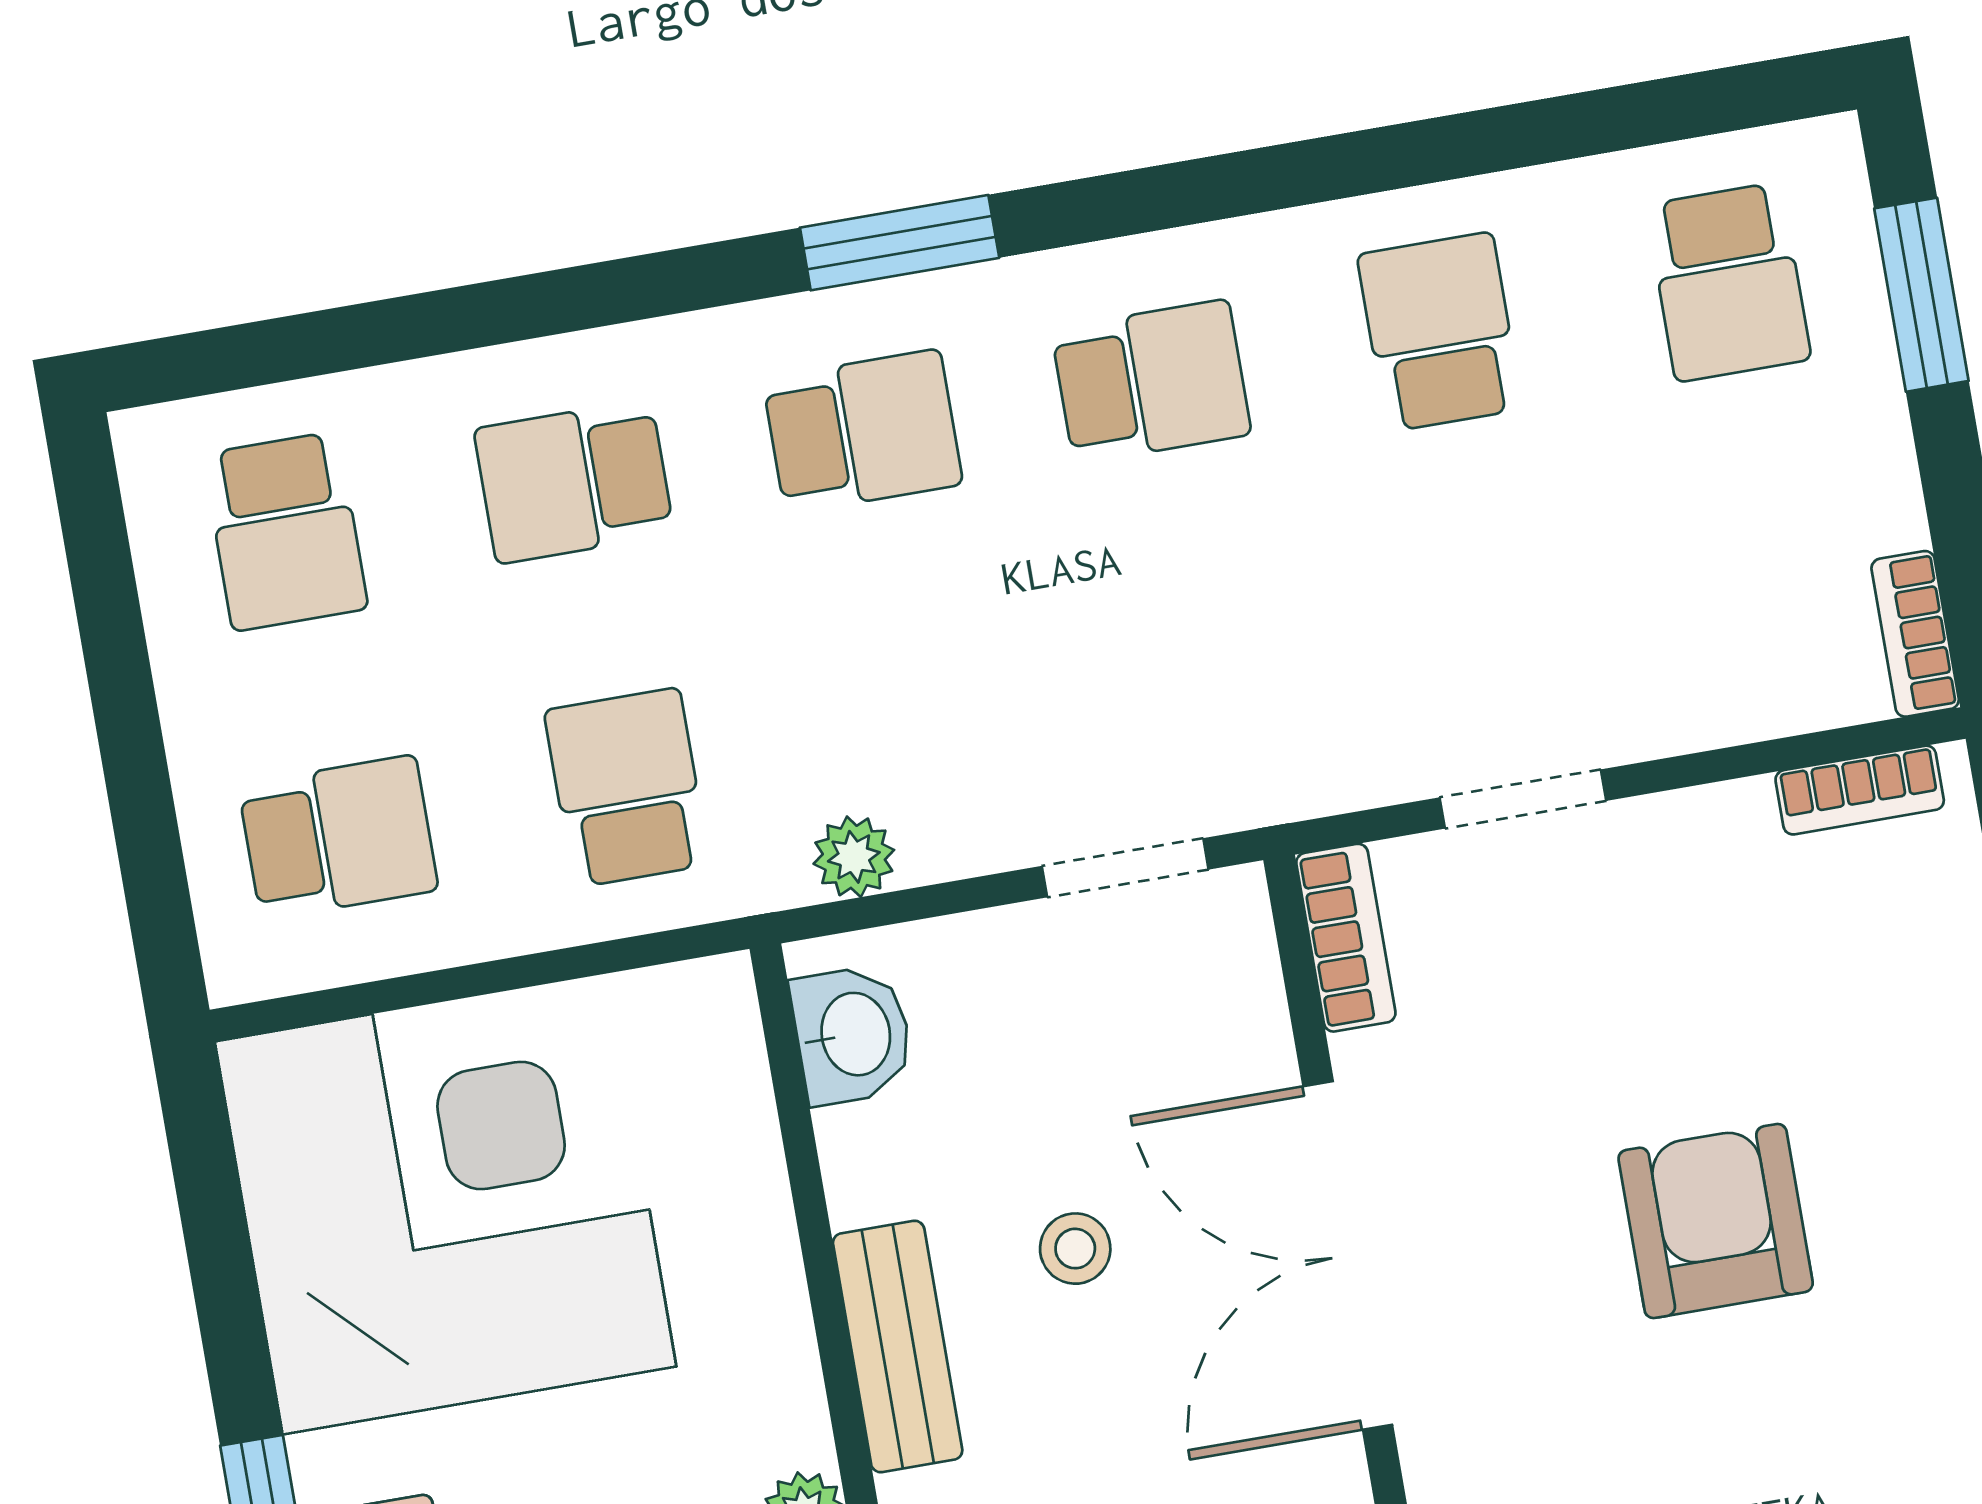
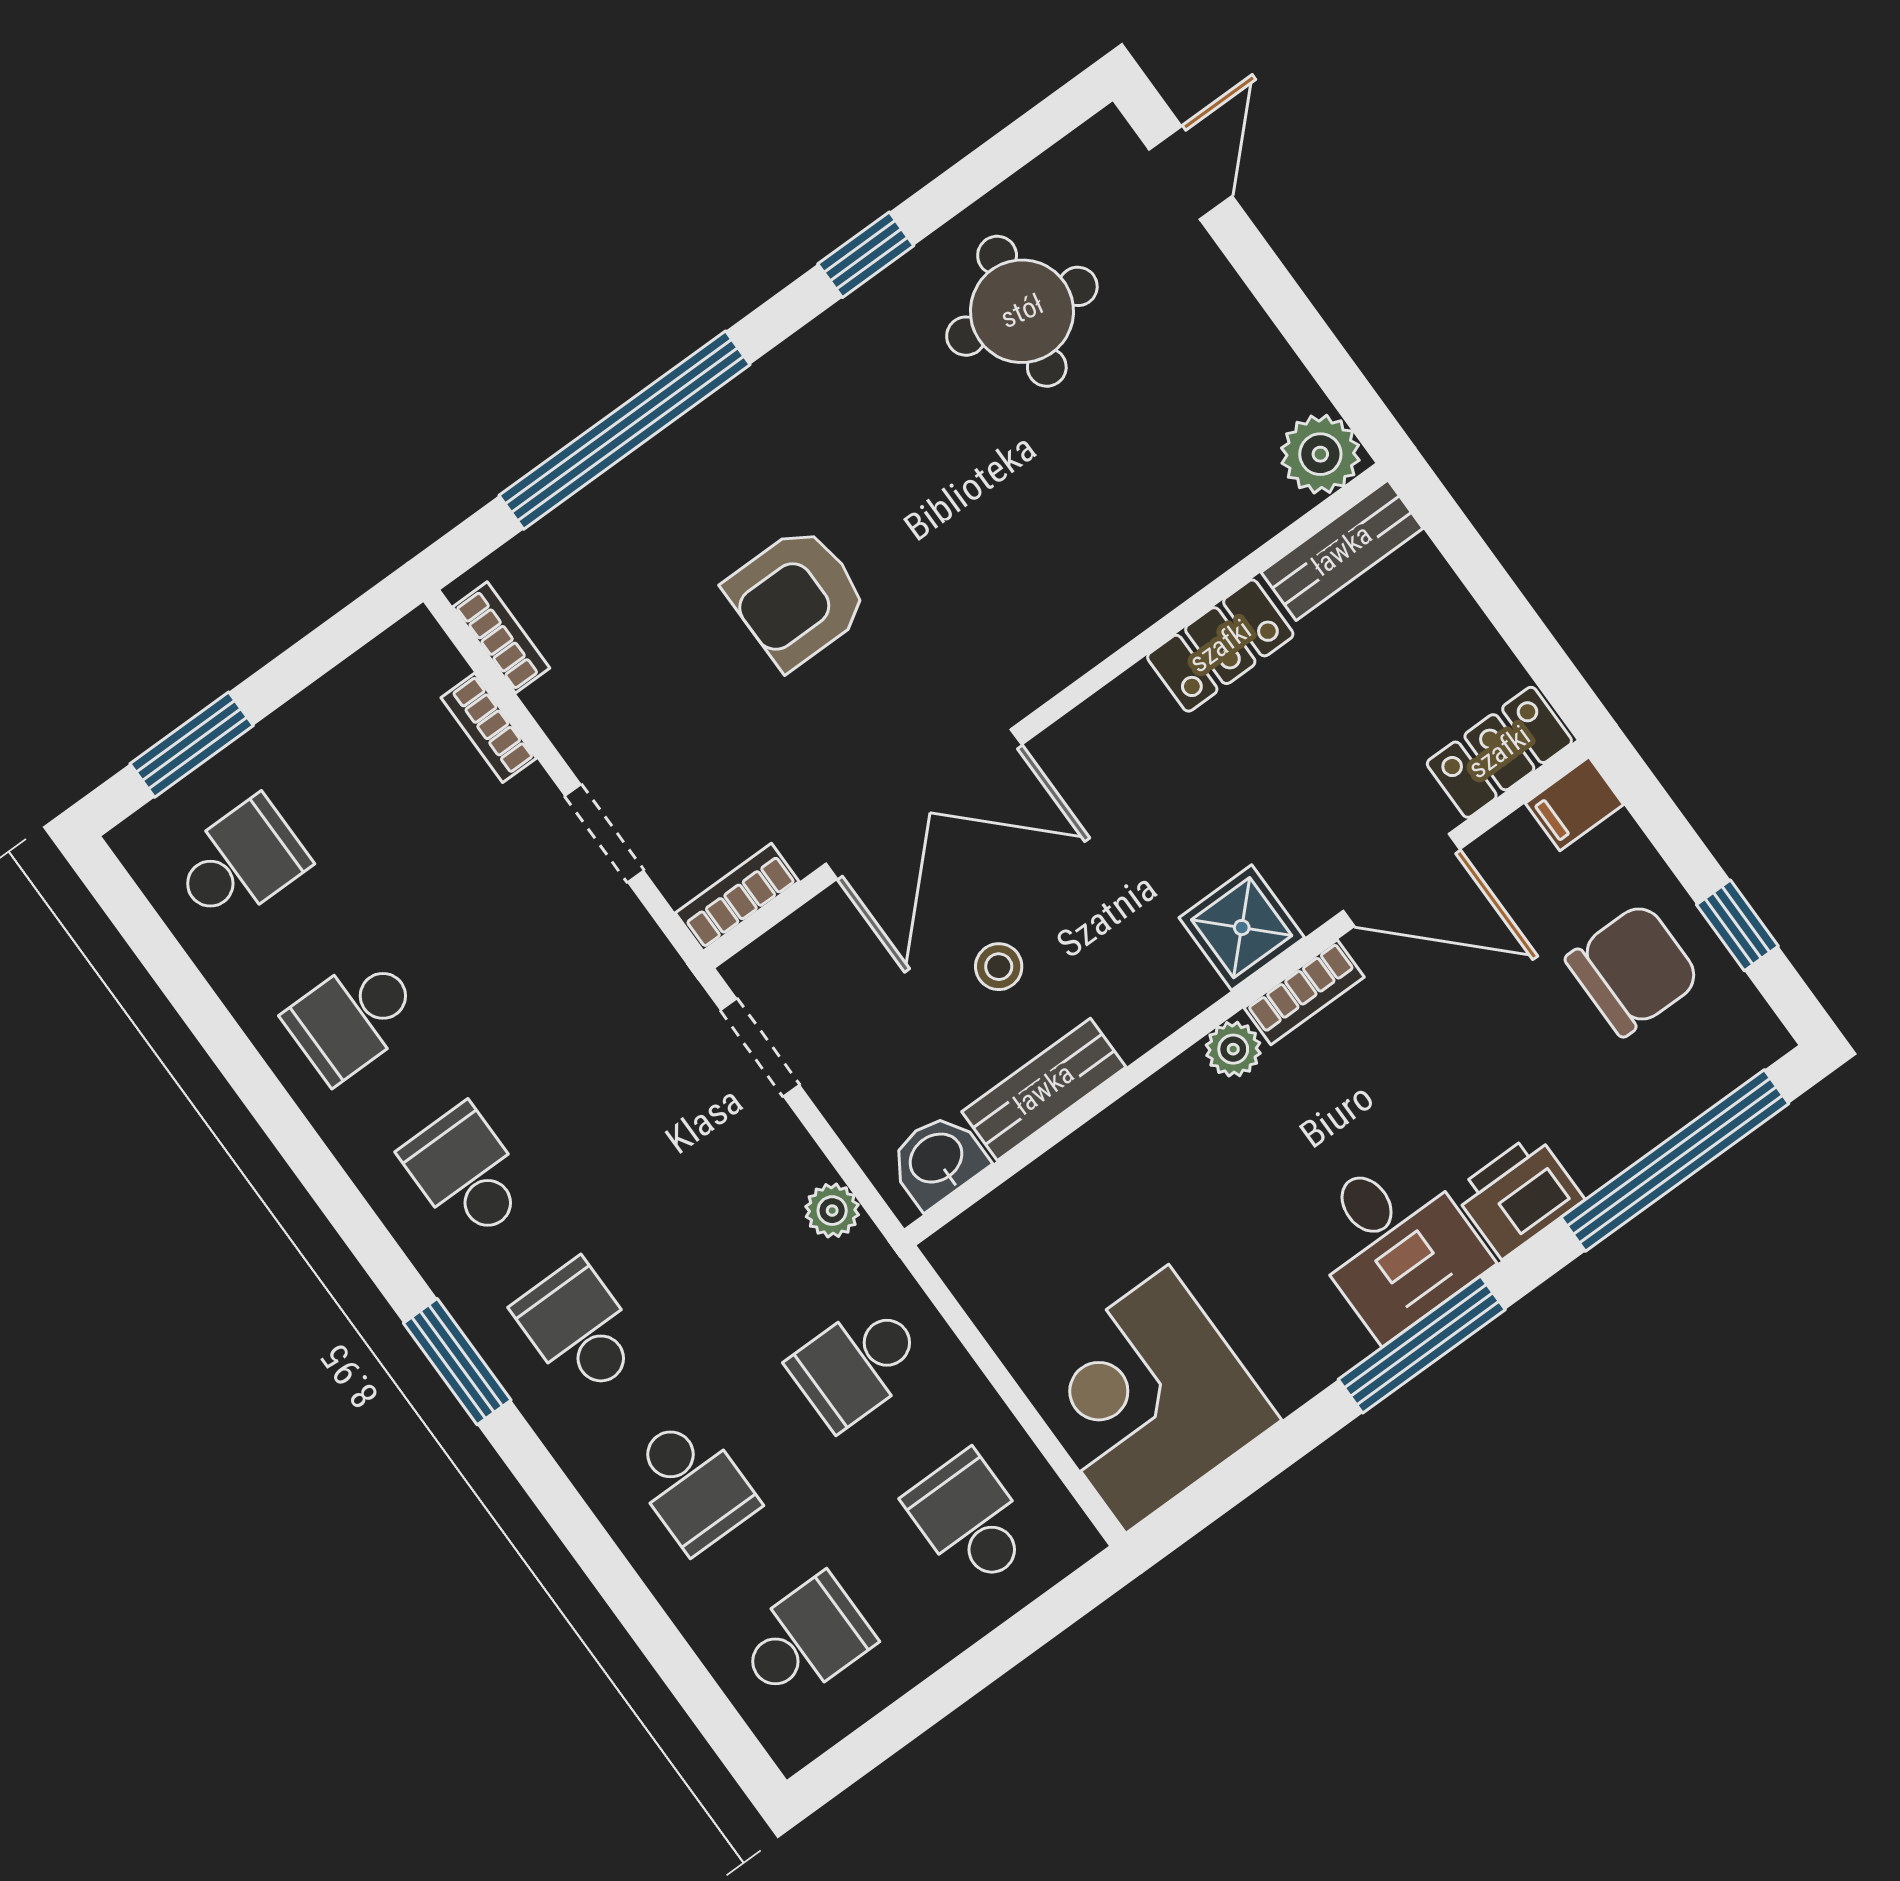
bookcase: (1915, 634) -> (489, 728), moved, turned 90
corner desk: (446, 1204) -> (1147, 1399), width x0.74, depth x0.74
bench: (898, 1347) -> (1044, 1089), moved

